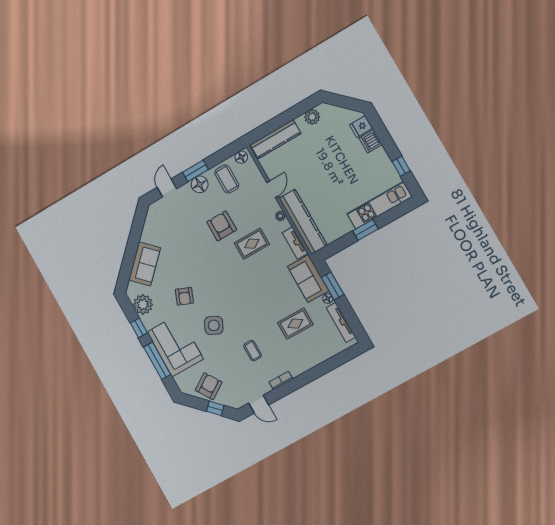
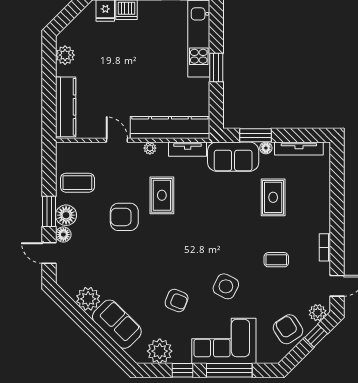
floor lamp: (241, 157) -> (63, 235), moved
plant: (151, 234) -> (88, 299), added
plant: (232, 401) -> (318, 313), added

